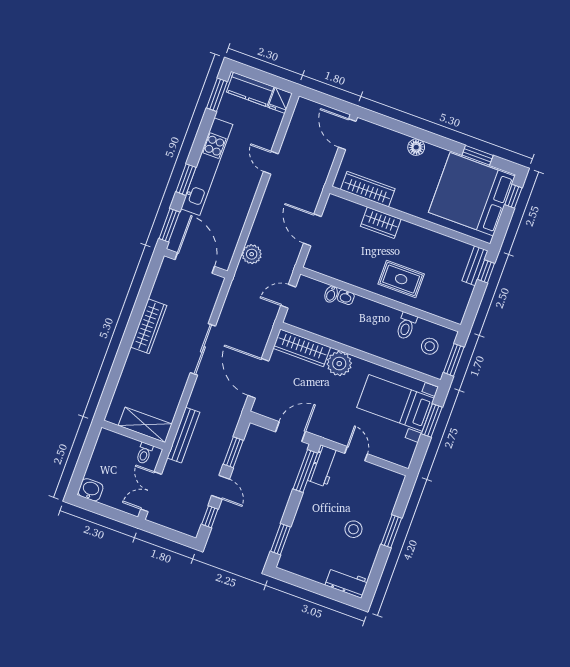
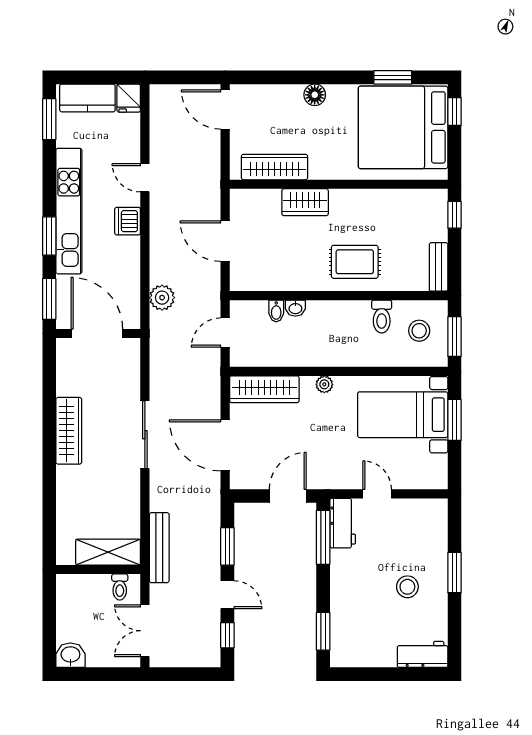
dishwasher: (247, 190) -> (128, 221), added
bench: (475, 266) -> (439, 267), moved
plant: (339, 364) -> (324, 384), width x0.53, depth x0.53

